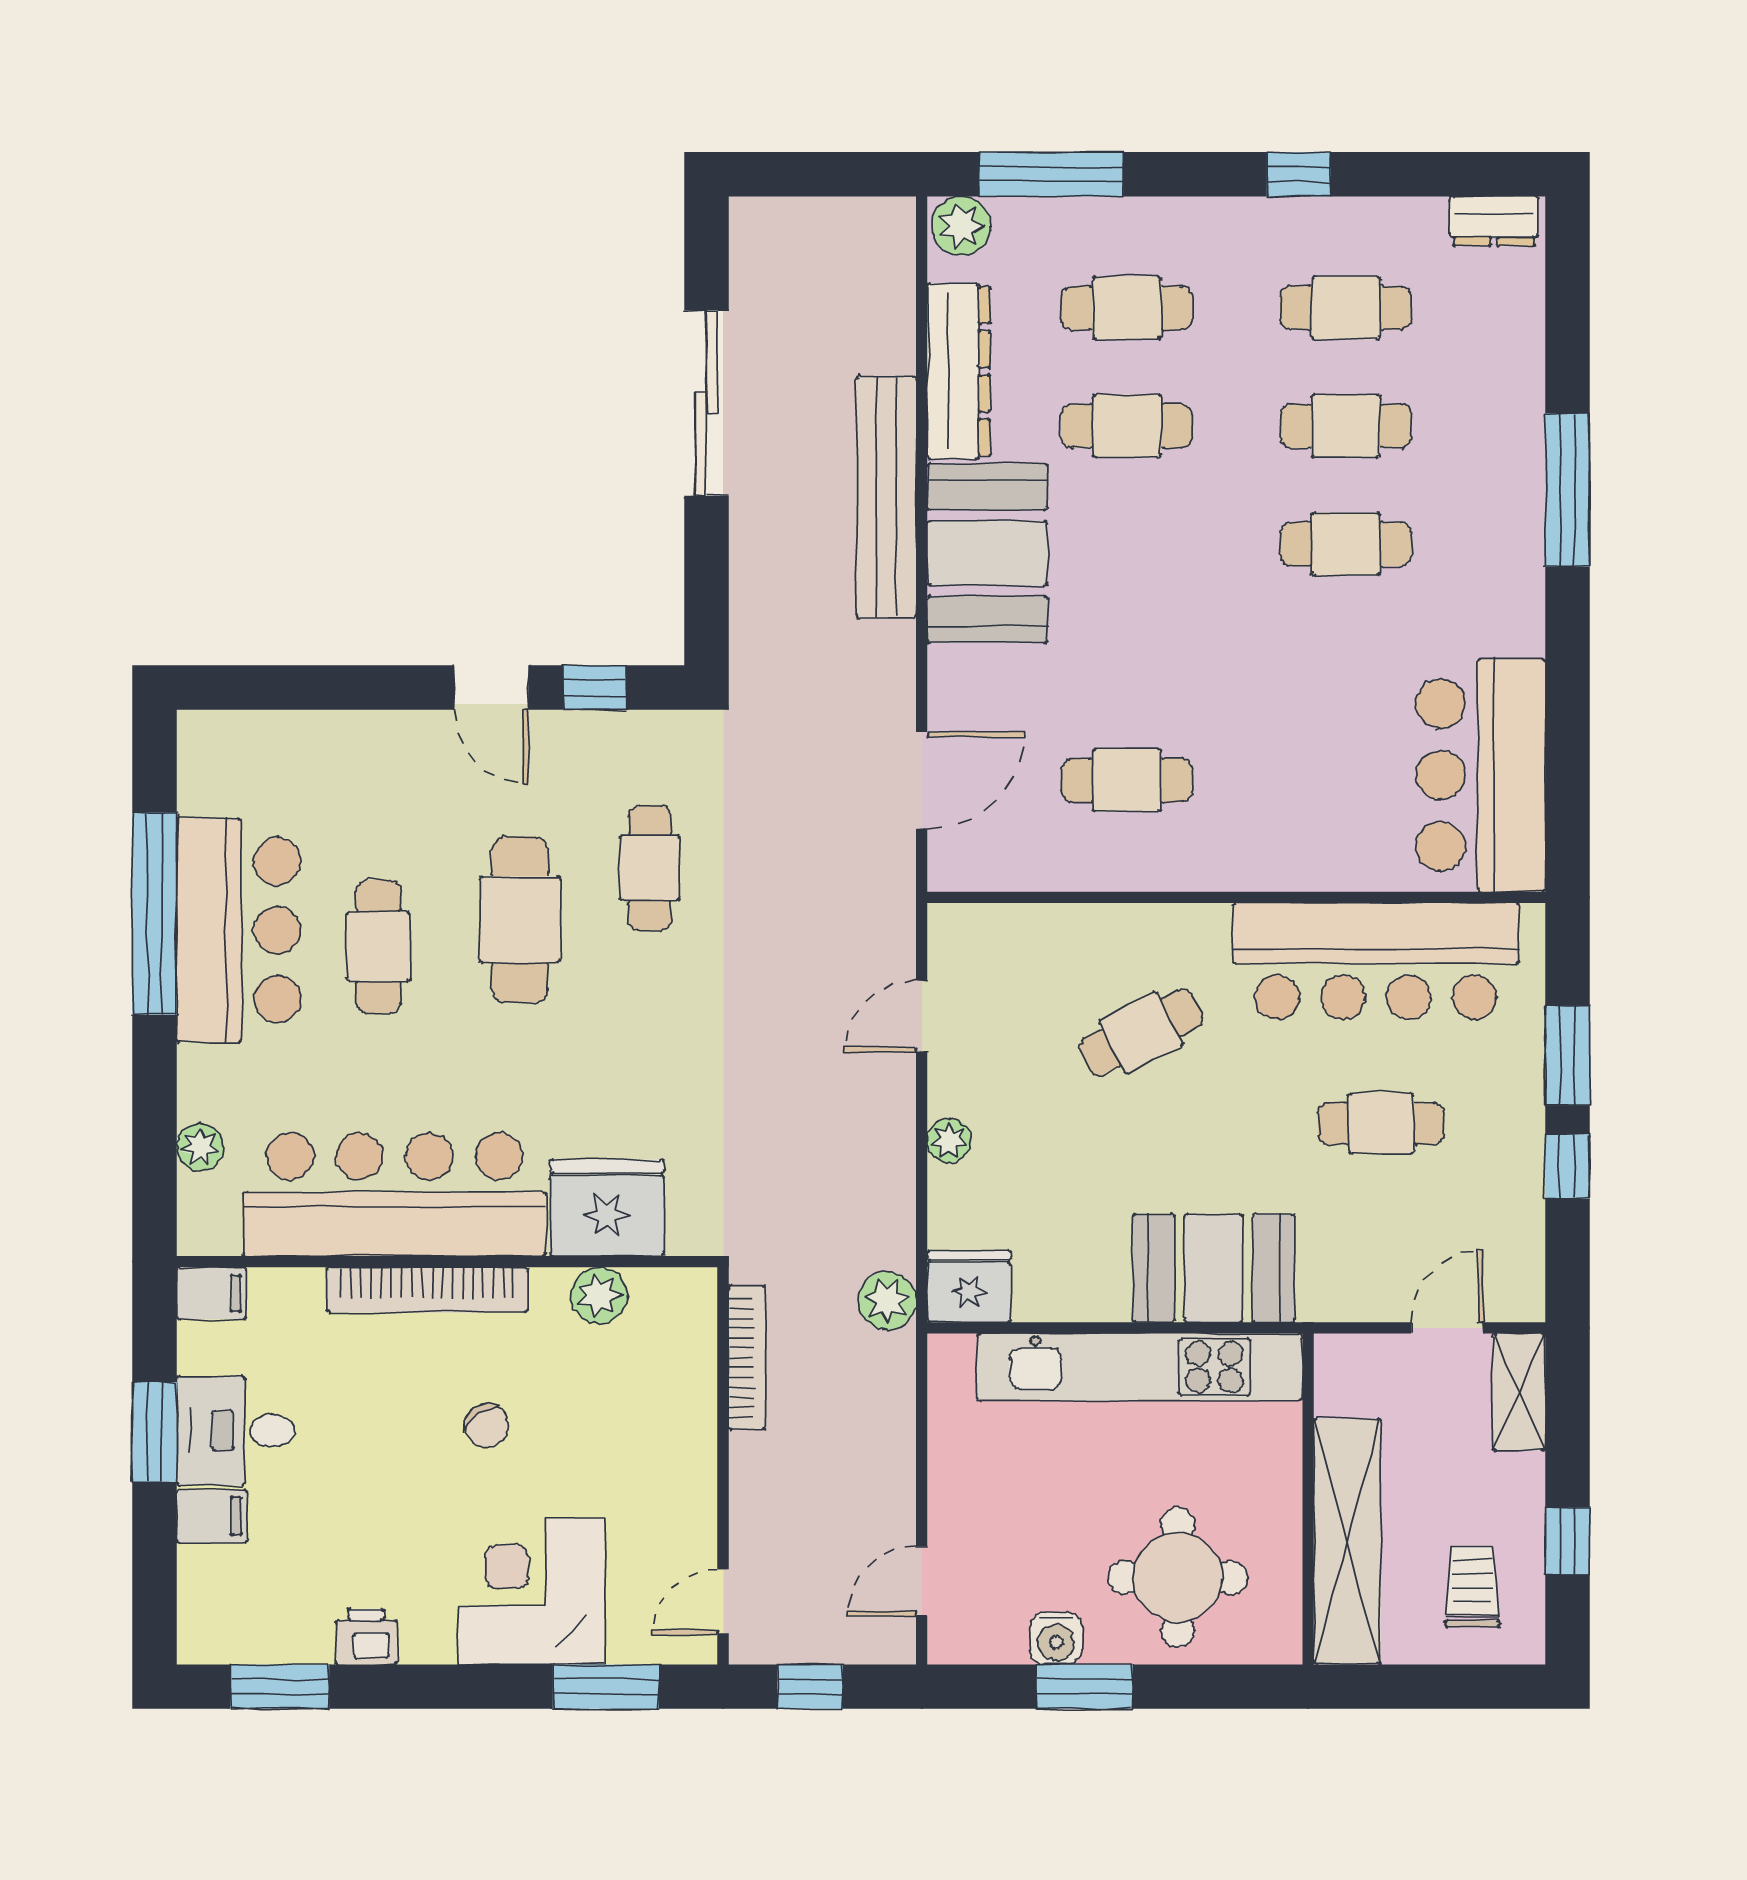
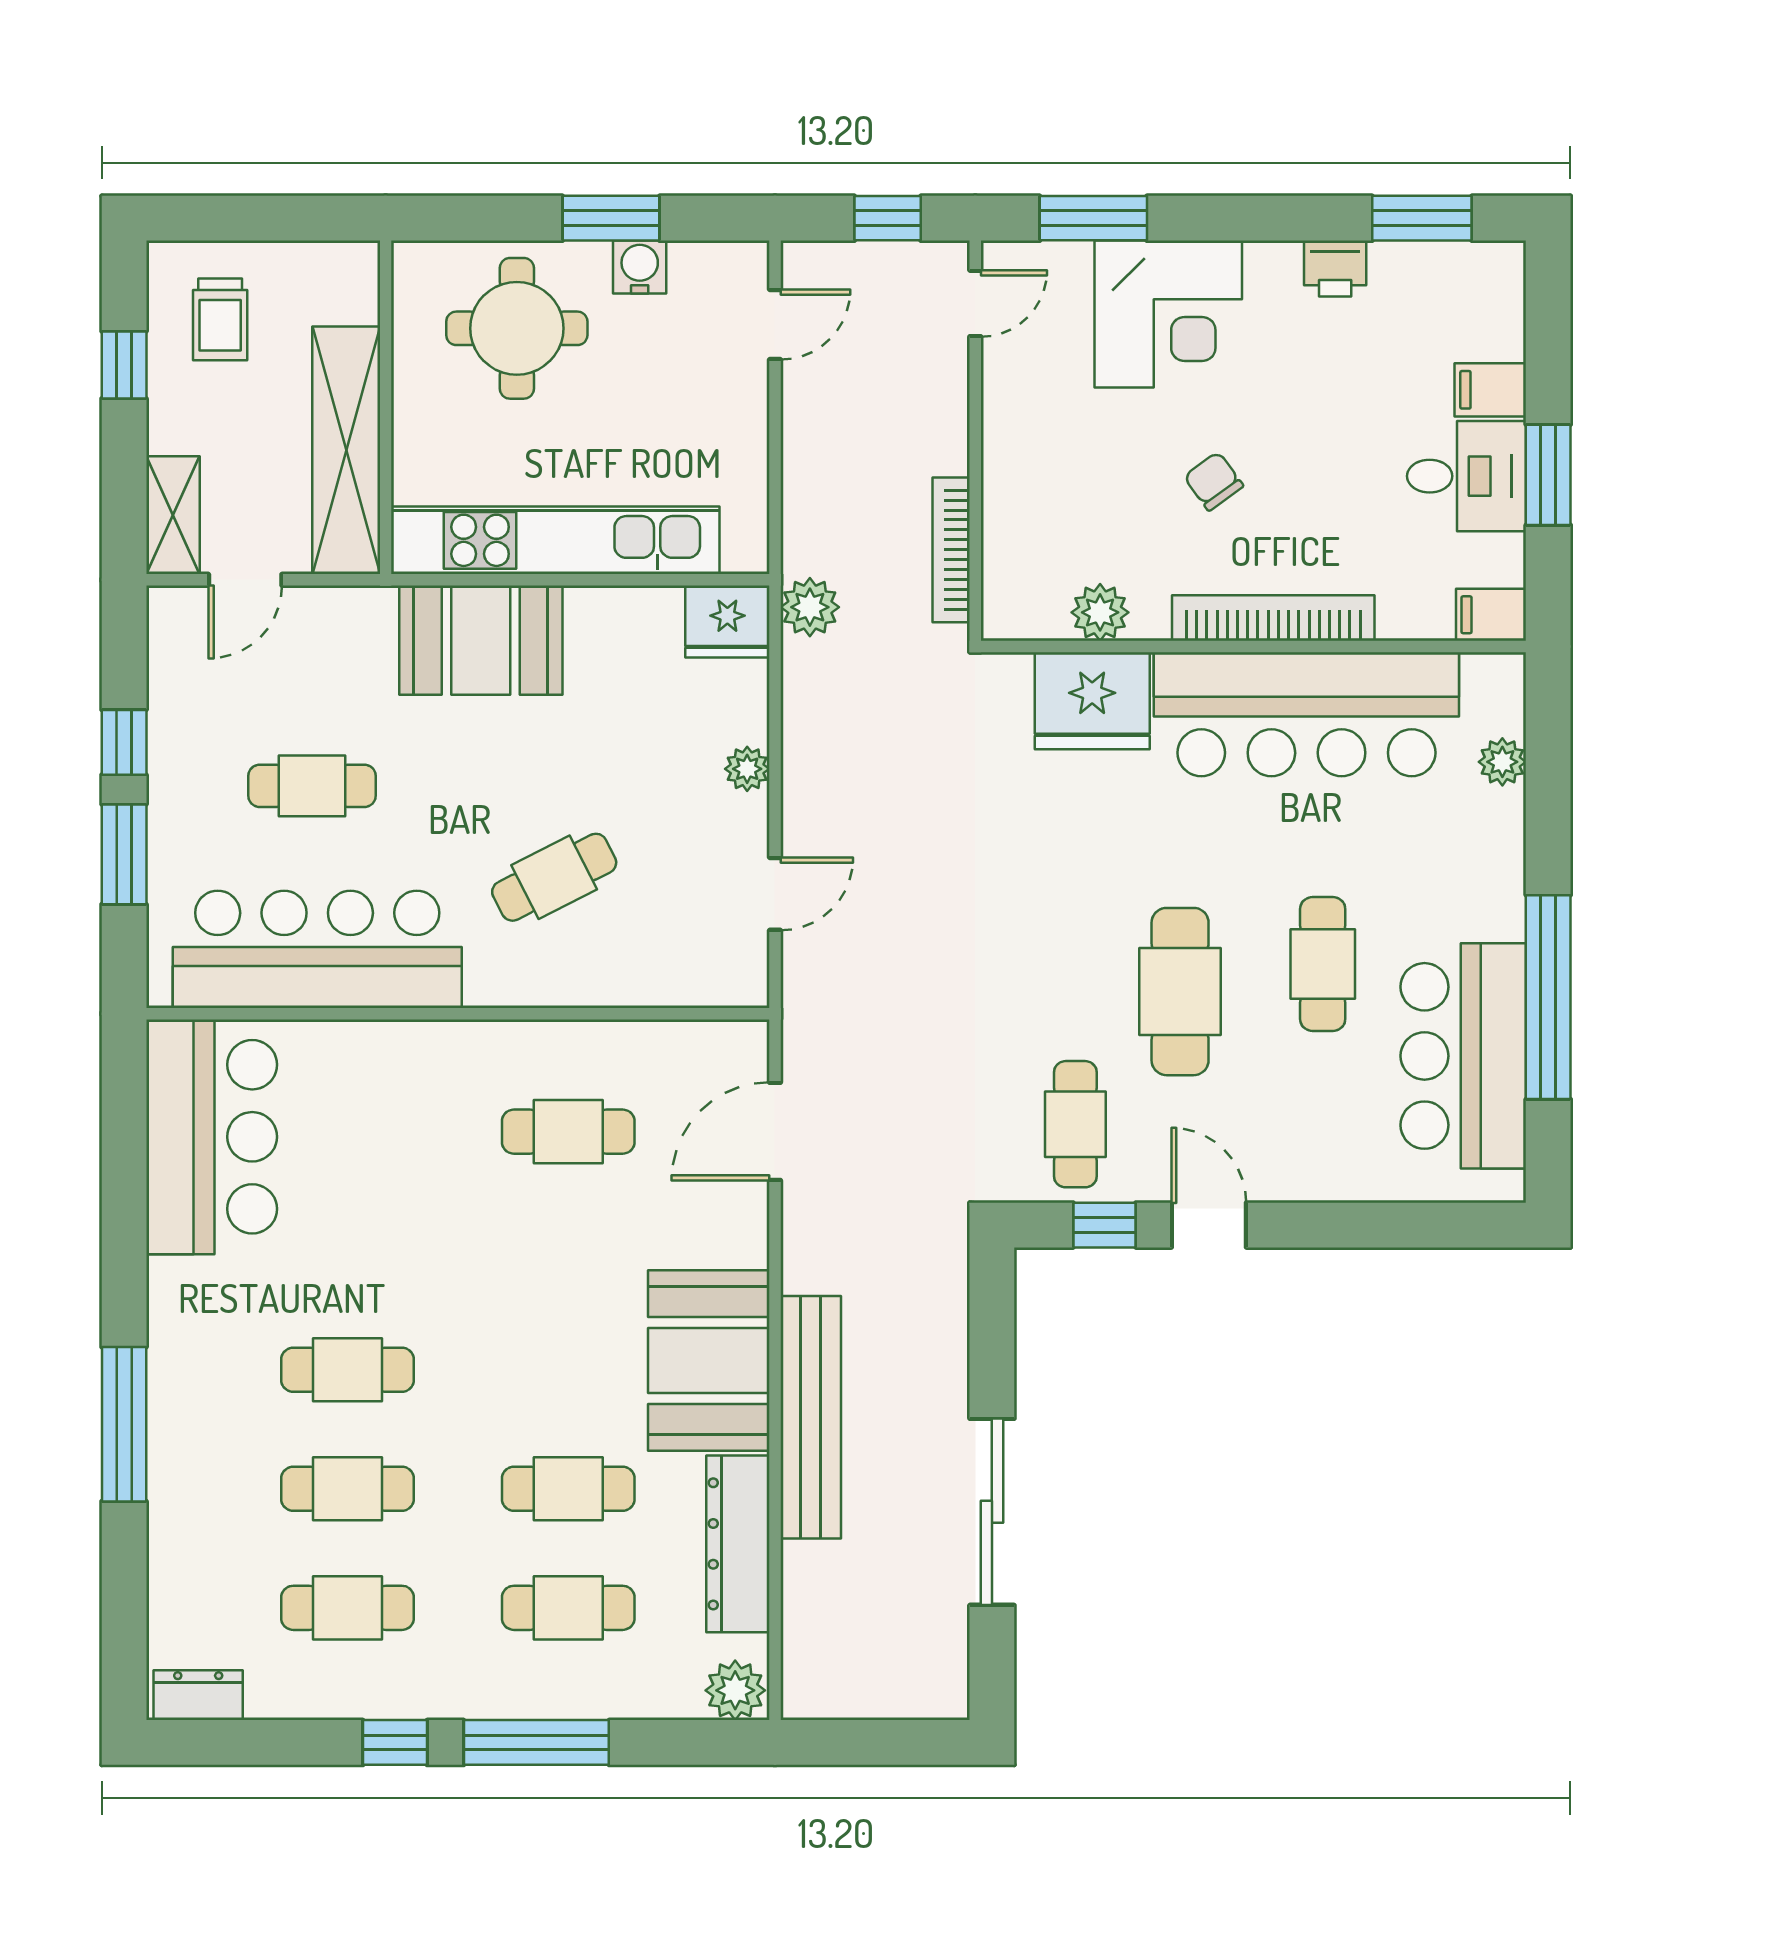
window: (1051, 174) -> (536, 1742), moved
cafe table: (650, 868) -> (1075, 1124), moved
bar counter: (239, 930) -> (1463, 1056), moved
shelving: (1347, 1542) -> (346, 450), moved

